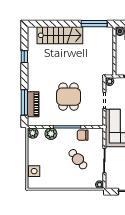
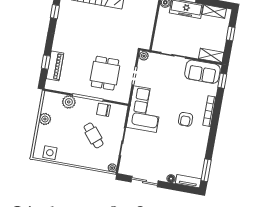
dining table: (69, 97) -> (105, 73), moved
window: (24, 102) -> (46, 62), width x0.46
plant: (33, 133) -> (45, 119), moved
side table: (34, 171) -> (50, 153), moved

